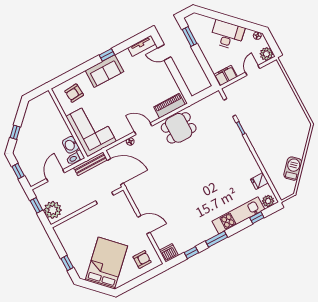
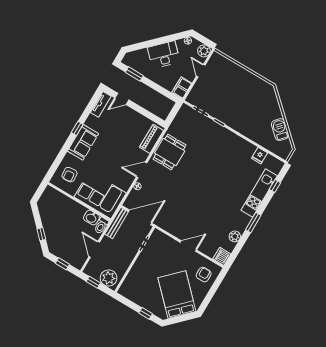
plant: (268, 201) -> (235, 236), moved
window: (191, 253) -> (240, 245), removed

